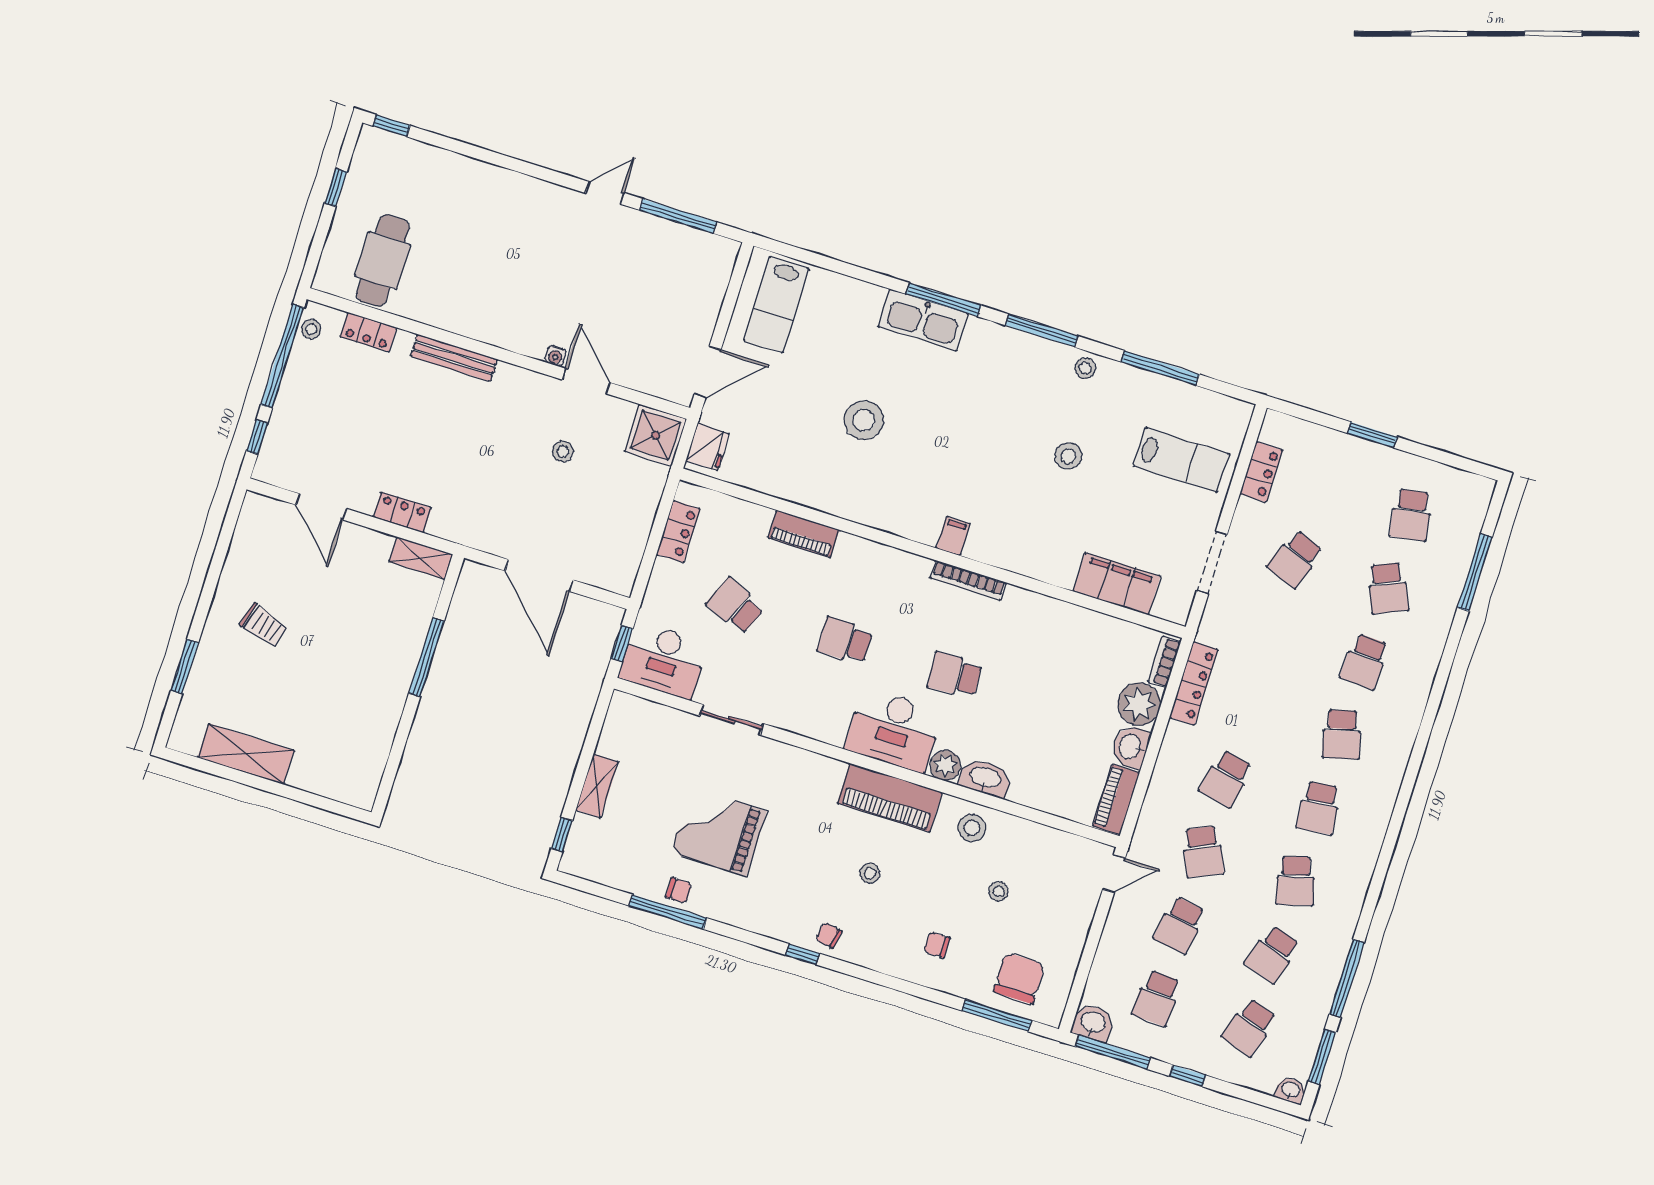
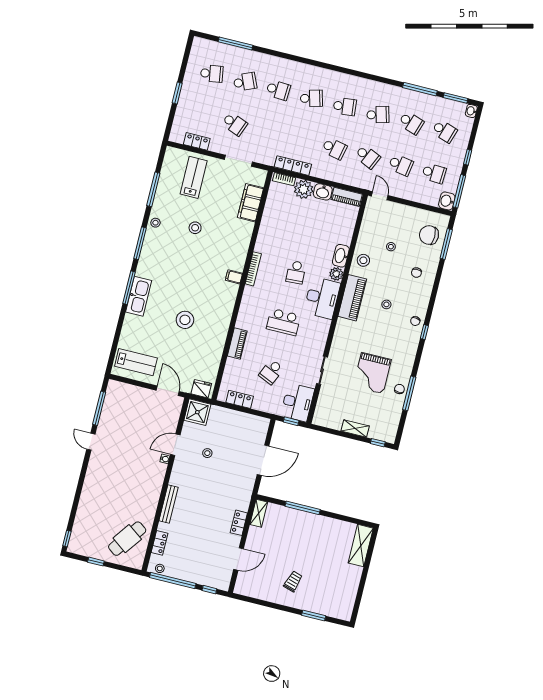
cafe table: (383, 260) -> (127, 539), turned -54
school desk: (845, 641) -> (284, 322), width x1.85
shelving: (246, 754) -> (361, 546), moved
school desk: (1203, 852) -> (368, 157), turned 48

